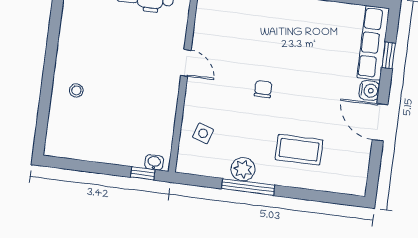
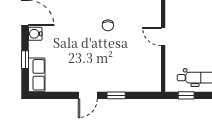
row of seats: (373, 43) -> (37, 75), width x0.68

